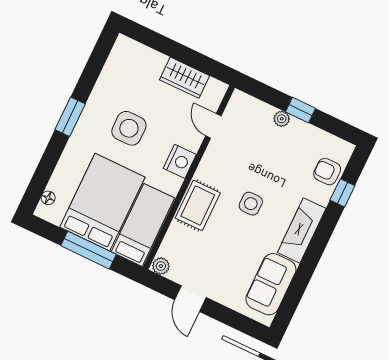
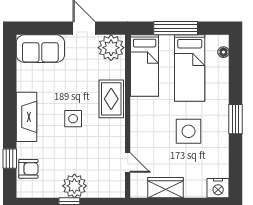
plant: (282, 119) -> (74, 186), width x1.87, depth x1.87
nightstand: (180, 161) -> (218, 188), moved, turned -90
bed: (102, 202) -> (190, 68), width x0.67
plant: (161, 266) -> (111, 48), width x1.87, depth x1.87
sofa: (271, 284) -> (40, 49), moved, turned 90

